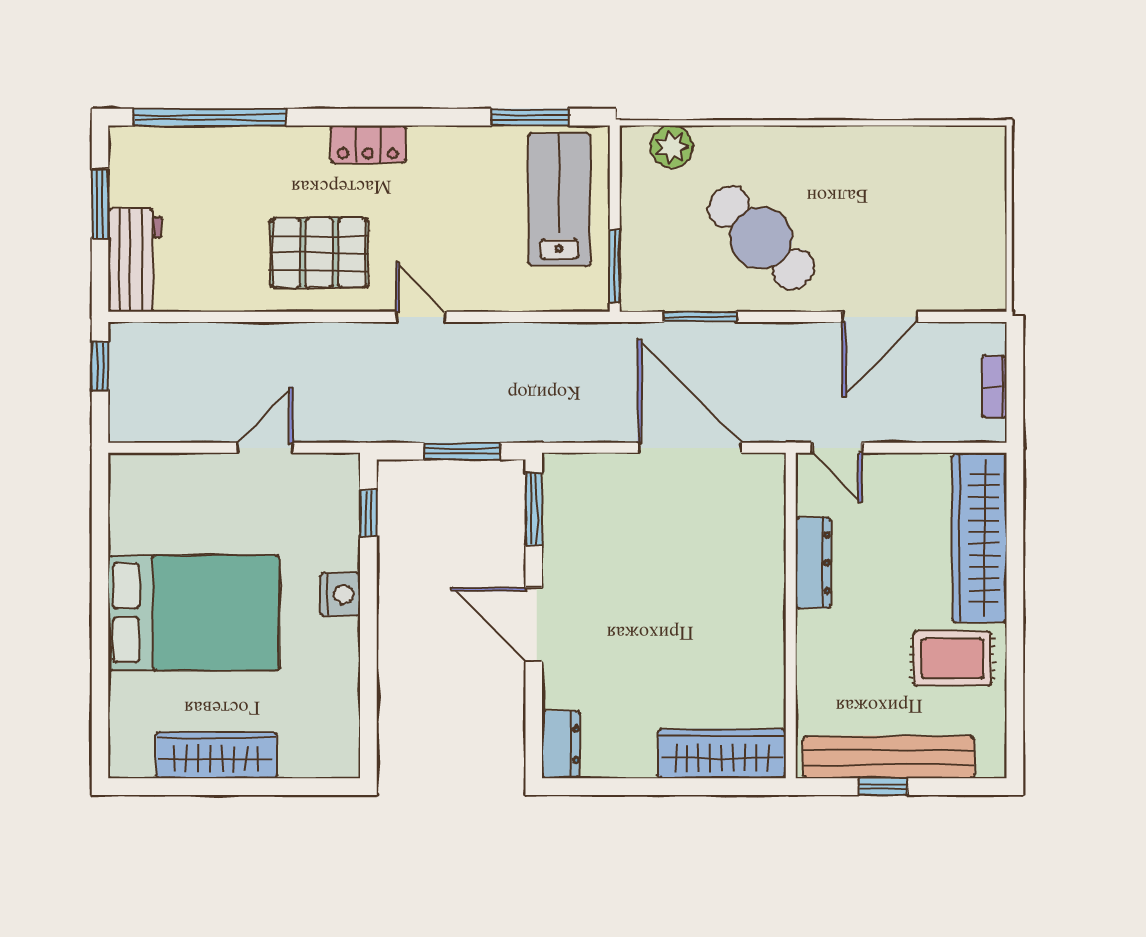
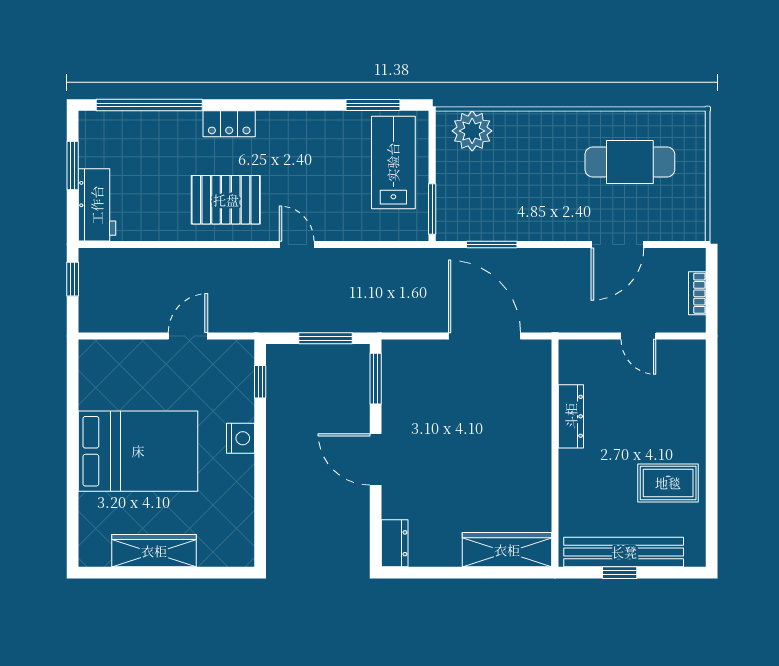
locker: (368, 144) -> (229, 124), moved
plant: (672, 147) -> (472, 131), width x1.36, depth x1.36
cafe table: (761, 238) -> (630, 162), moved, turned -44
door: (837, 448) -> (638, 336), moved
wardrobe: (979, 538) -> (687, 399), removed

